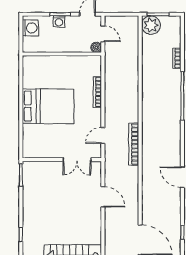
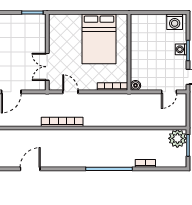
boiler: (96, 47) -> (135, 85), moved
wall: (62, 54) -> (129, 52), moved

